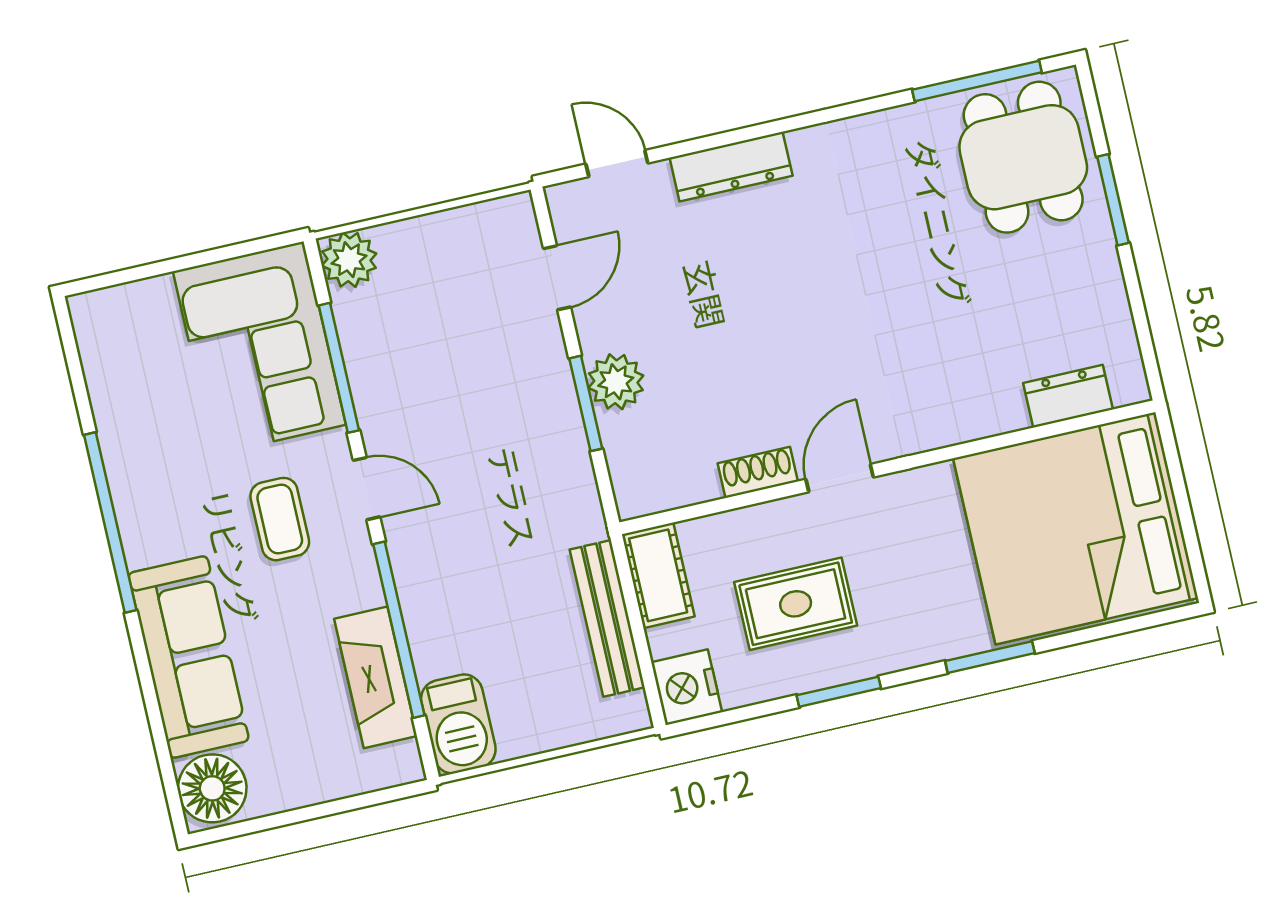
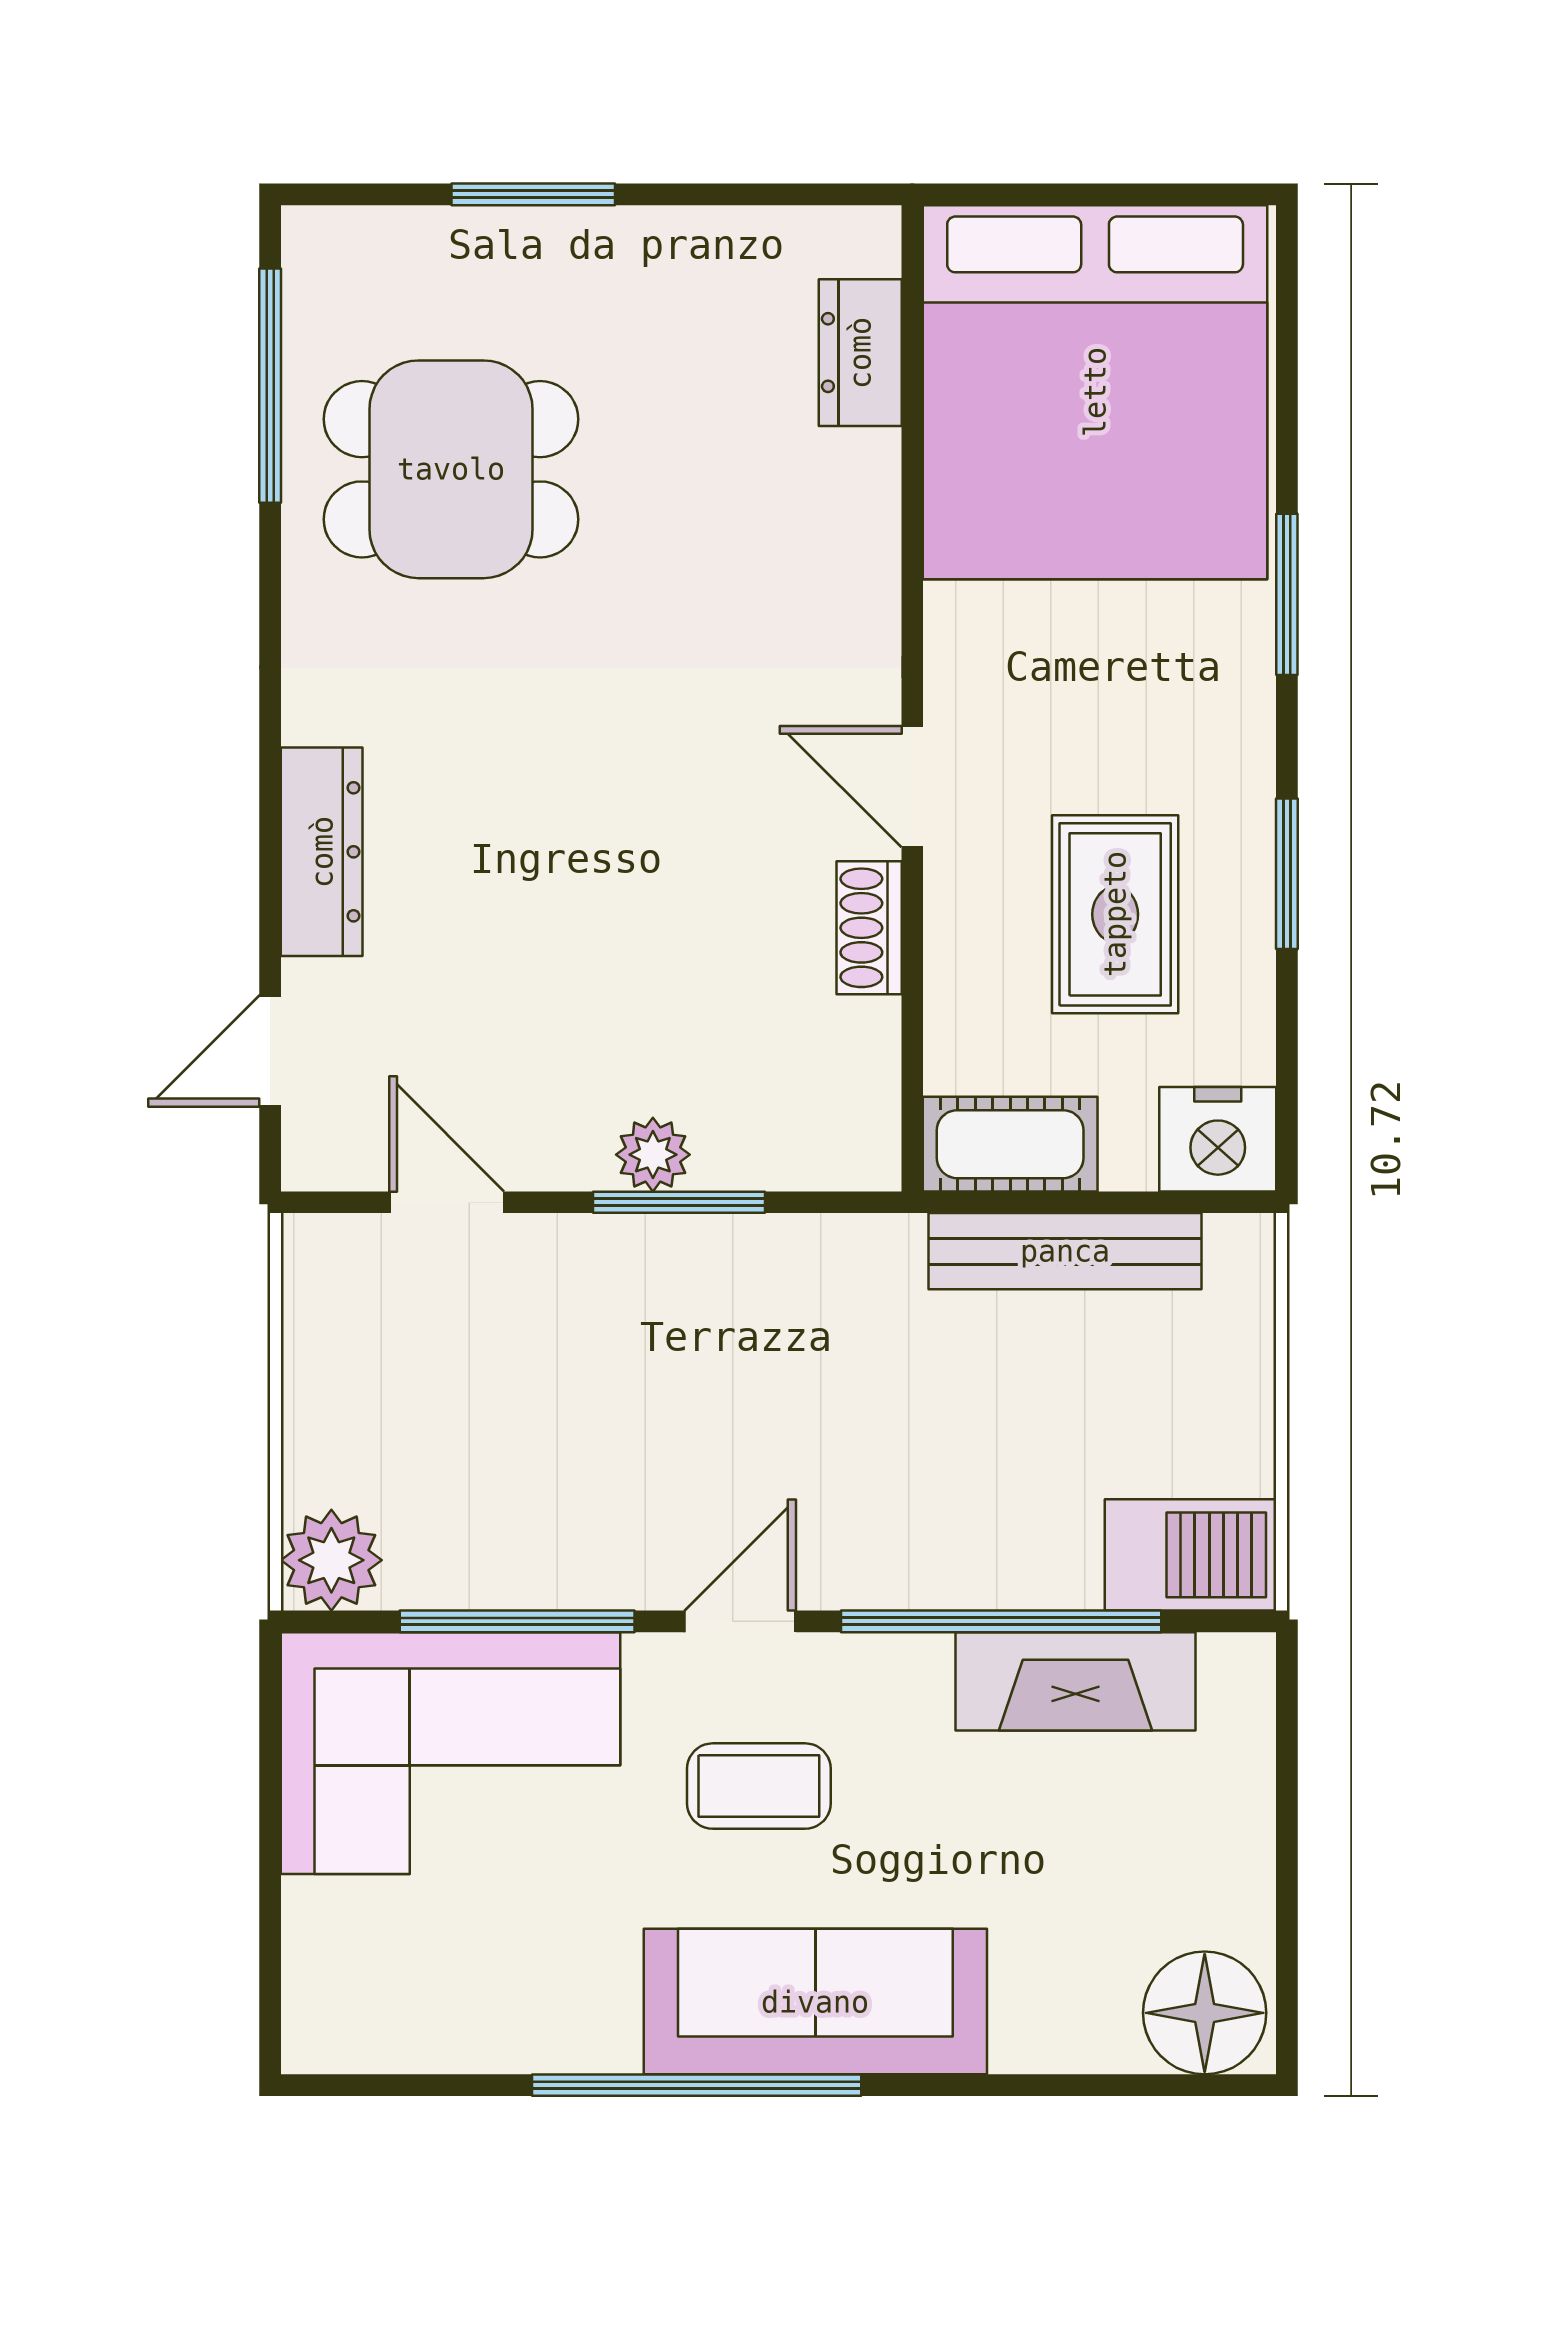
dining table: (1023, 157) -> (451, 469), moved
plant: (616, 382) -> (653, 1155), width x0.73, depth x0.73
sofa: (189, 657) -> (815, 2002), moved

